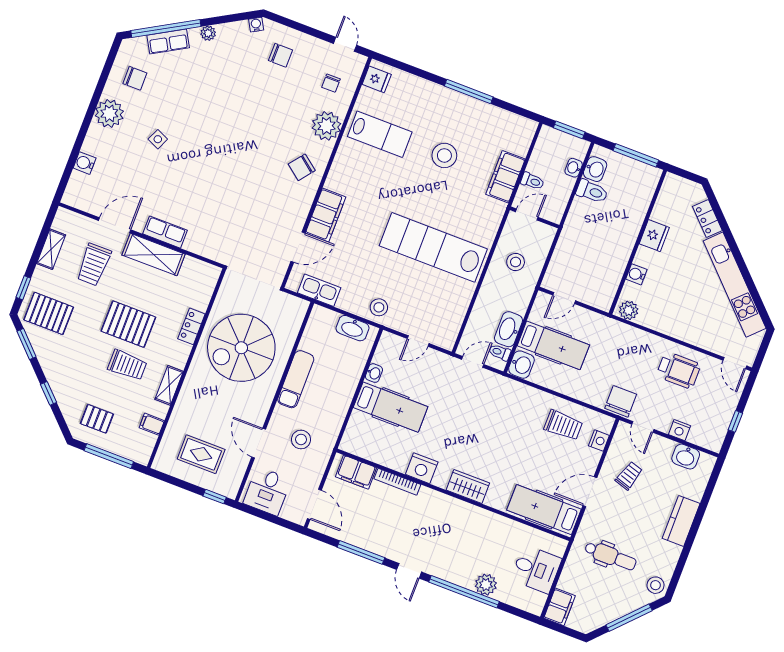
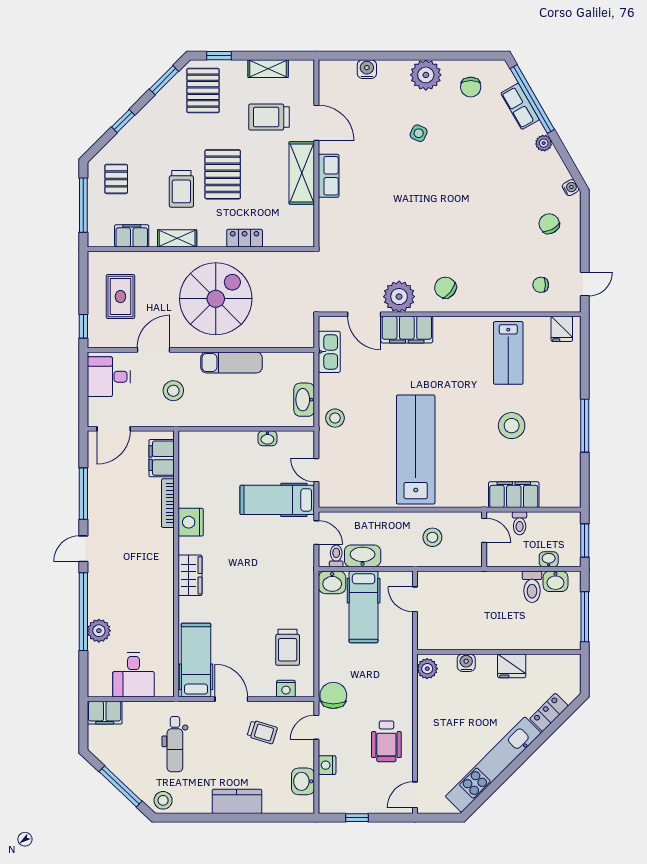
chair: (280, 55) -> (549, 224), turned 153
plant: (326, 126) -> (399, 297), moved
spiral stairs: (241, 348) -> (216, 299), moved, turned 90
chair: (621, 401) -> (333, 695), turned -90
hospital bed: (391, 407) -> (277, 500), moved, turned 90
filing cabinet: (152, 424) -> (132, 236), width x2.00

